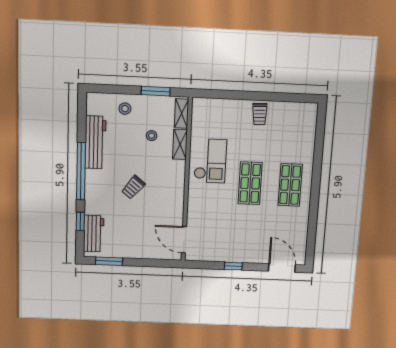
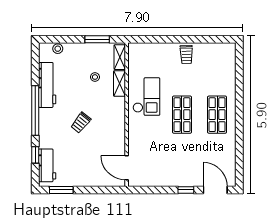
stool: (125, 109) -> (58, 49), moved
window: (233, 266) -> (186, 190), moved

